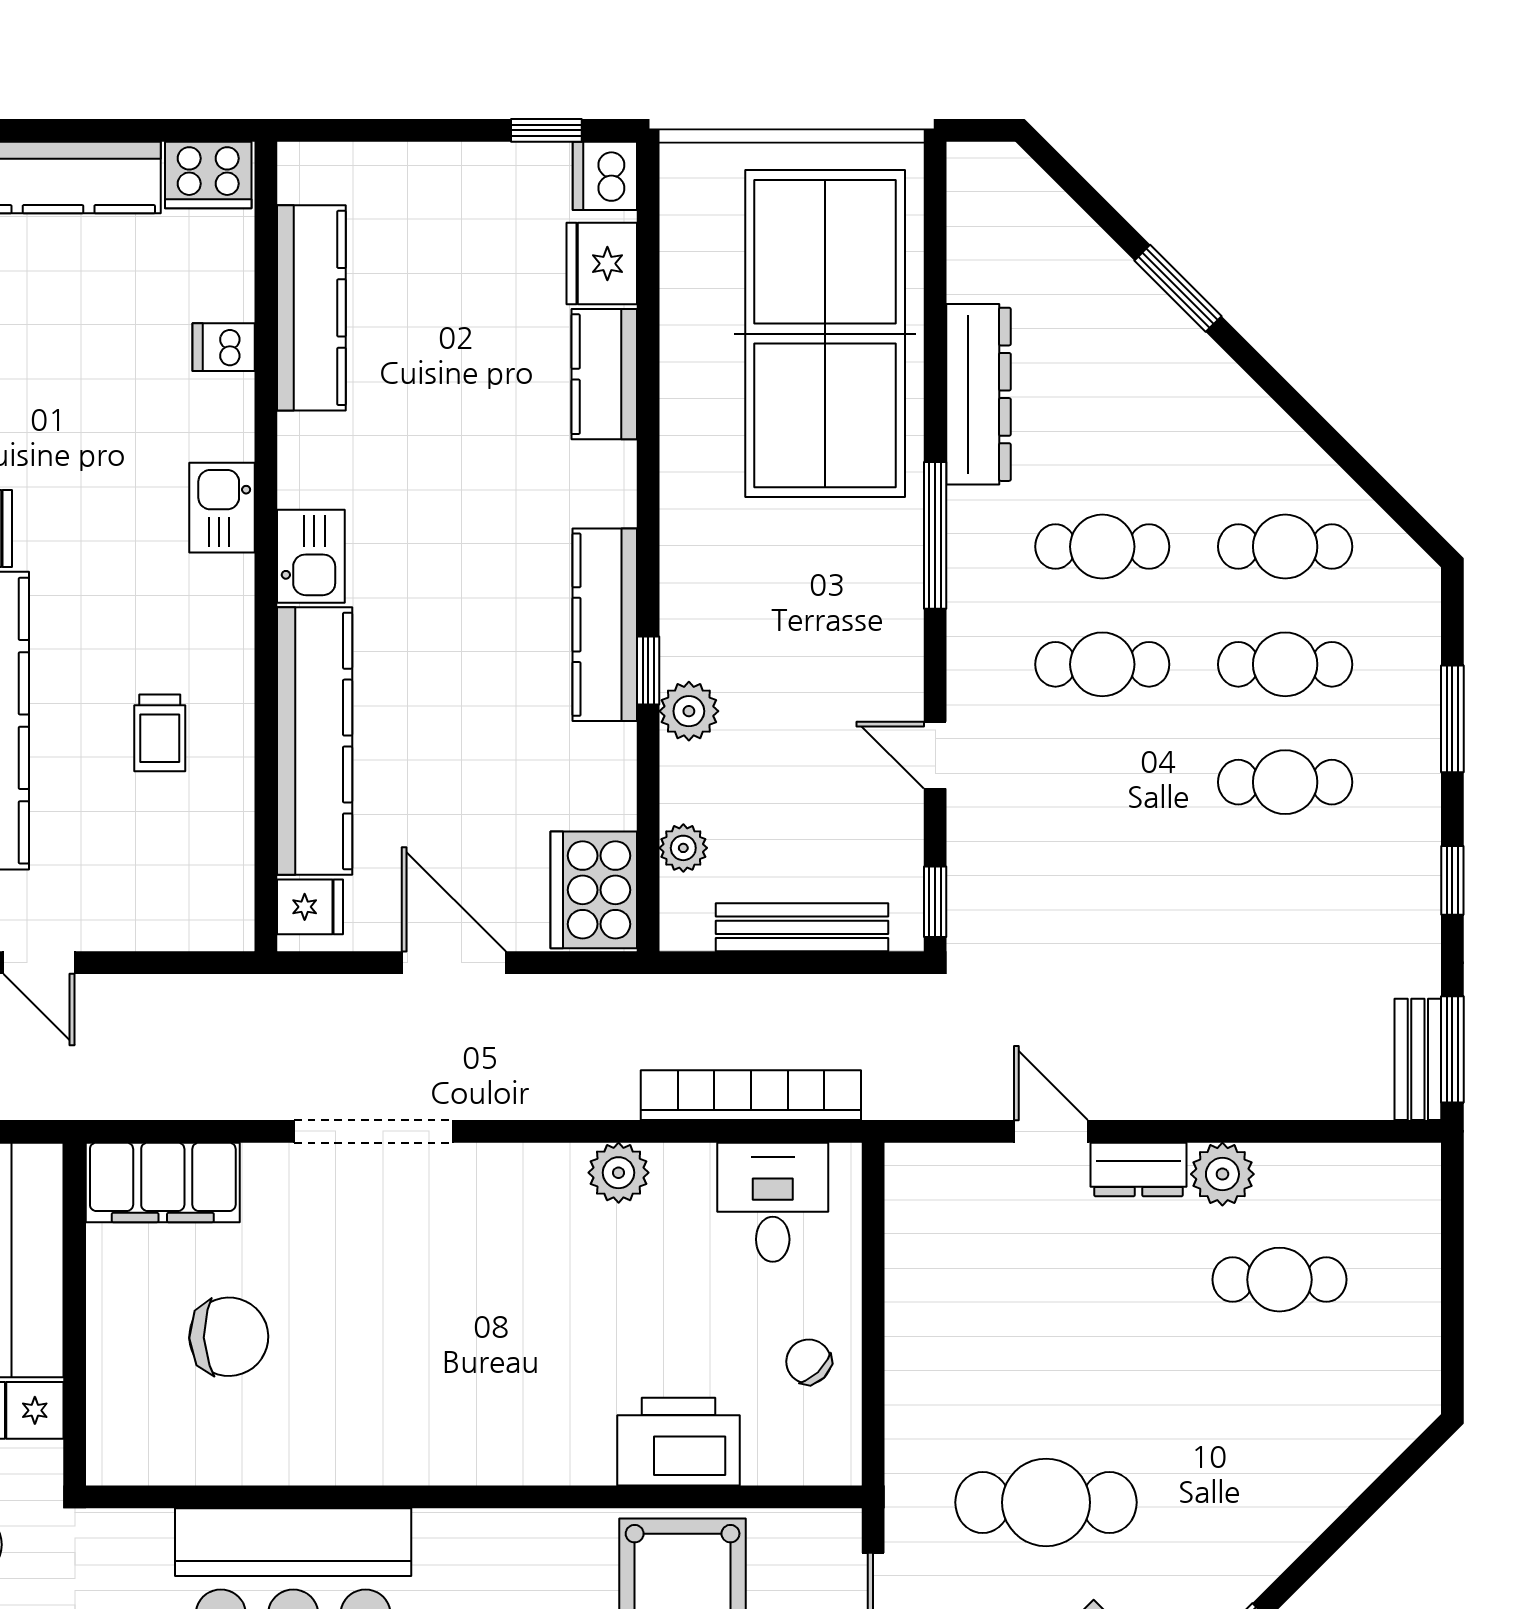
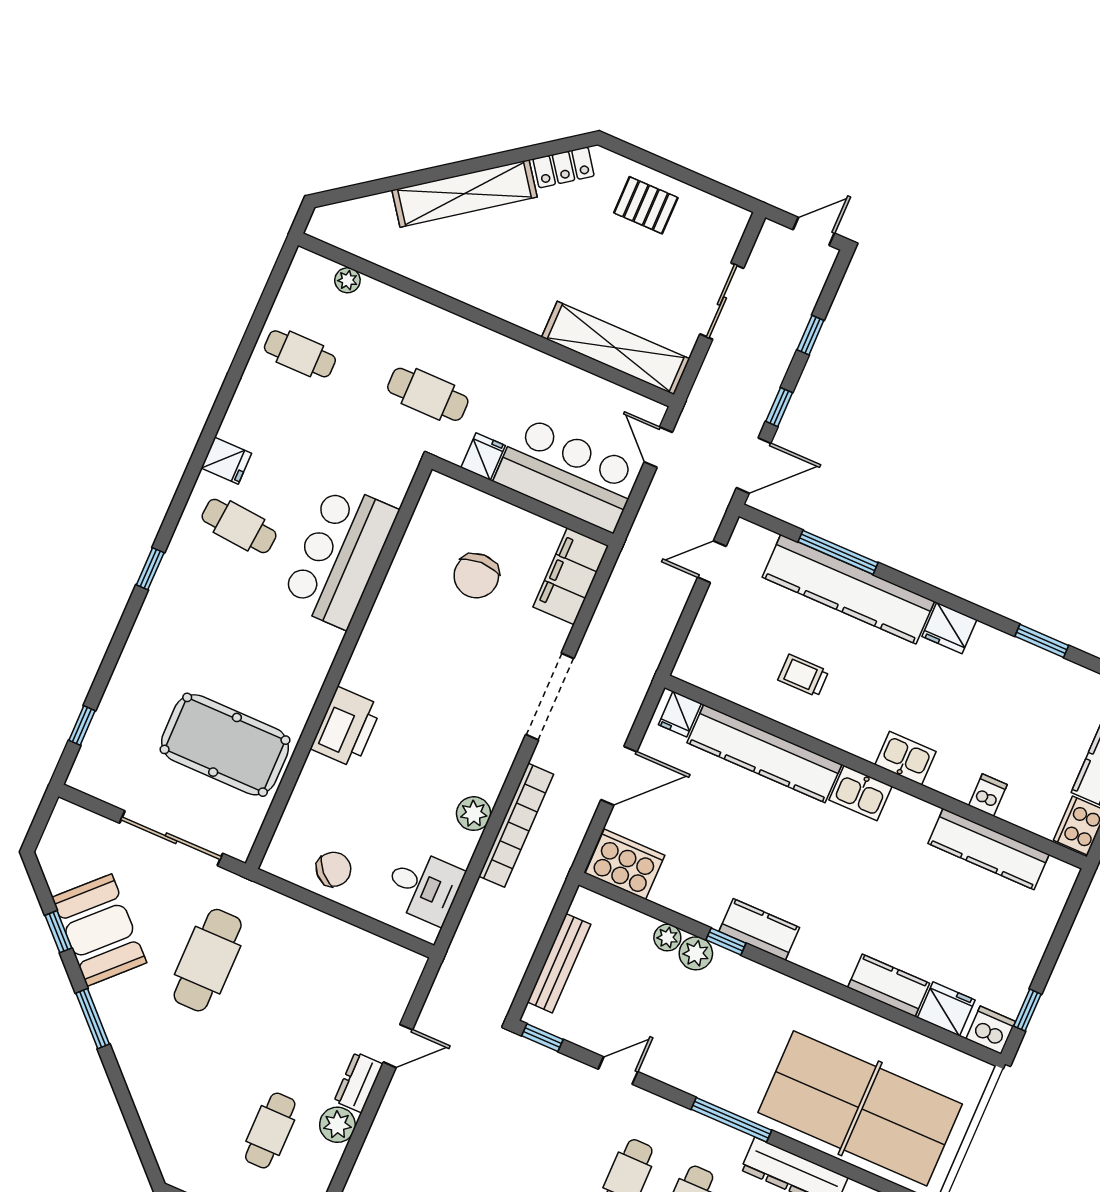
kitchen counter: (605, 625) -> (759, 929), width x0.67
plant: (683, 848) -> (667, 938), moved
bookcase: (751, 1095) -> (516, 825), moved
chair: (809, 1362) -> (334, 869), width x1.37, depth x1.37
printer: (679, 1442) -> (346, 727), moved

